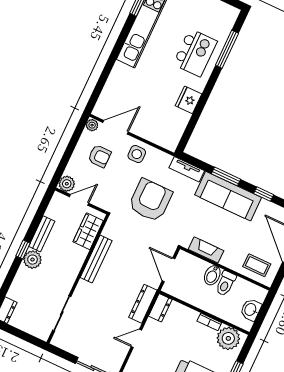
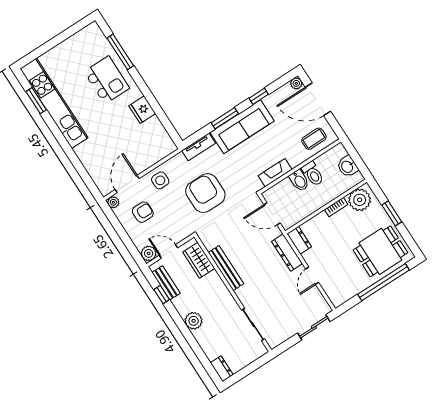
door: (79, 200) -> (168, 252), hinge flipped
bench: (42, 234) -> (166, 283), moved
window: (23, 250) -> (162, 295), moved

